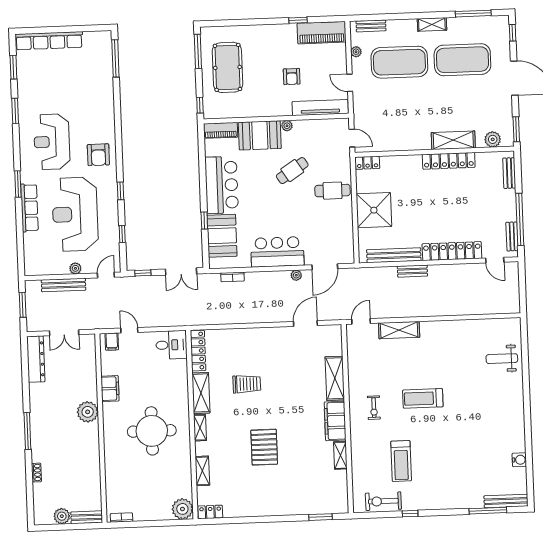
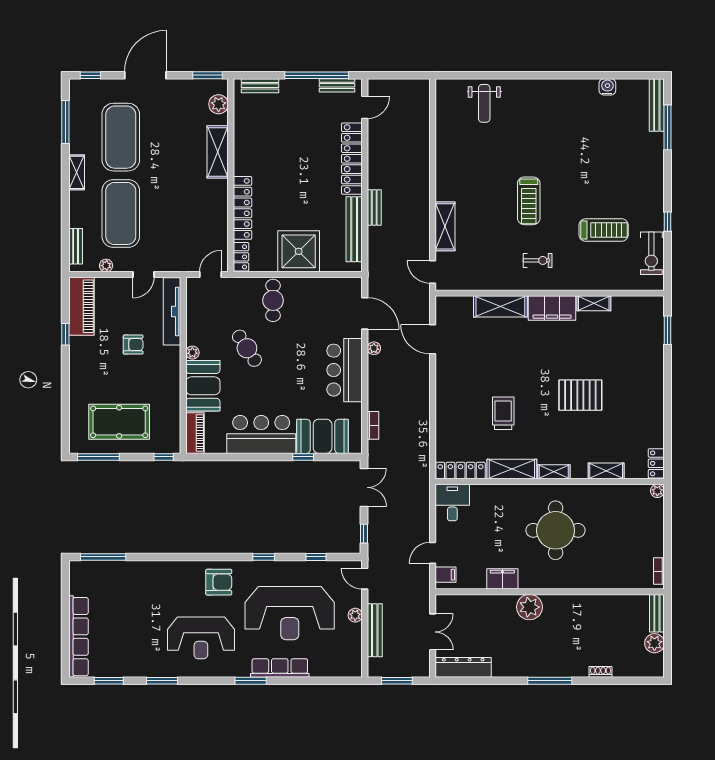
locker: (449, 161) -> (242, 208), moved
plant: (182, 509) -> (657, 491), width x0.53, depth x0.53

